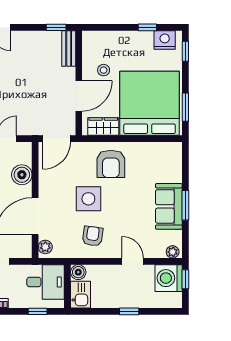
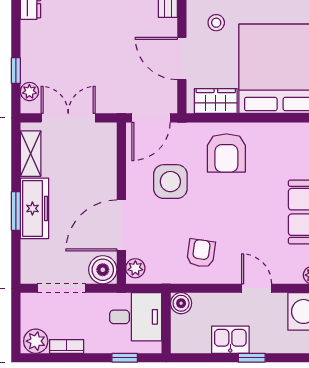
door: (79, 96) -> (182, 59), swing flipped
boiler: (22, 175) -> (103, 270), moved
side table: (88, 199) -> (170, 182), moved
kitchen sink: (80, 295) -> (230, 340), moved, turned -90

